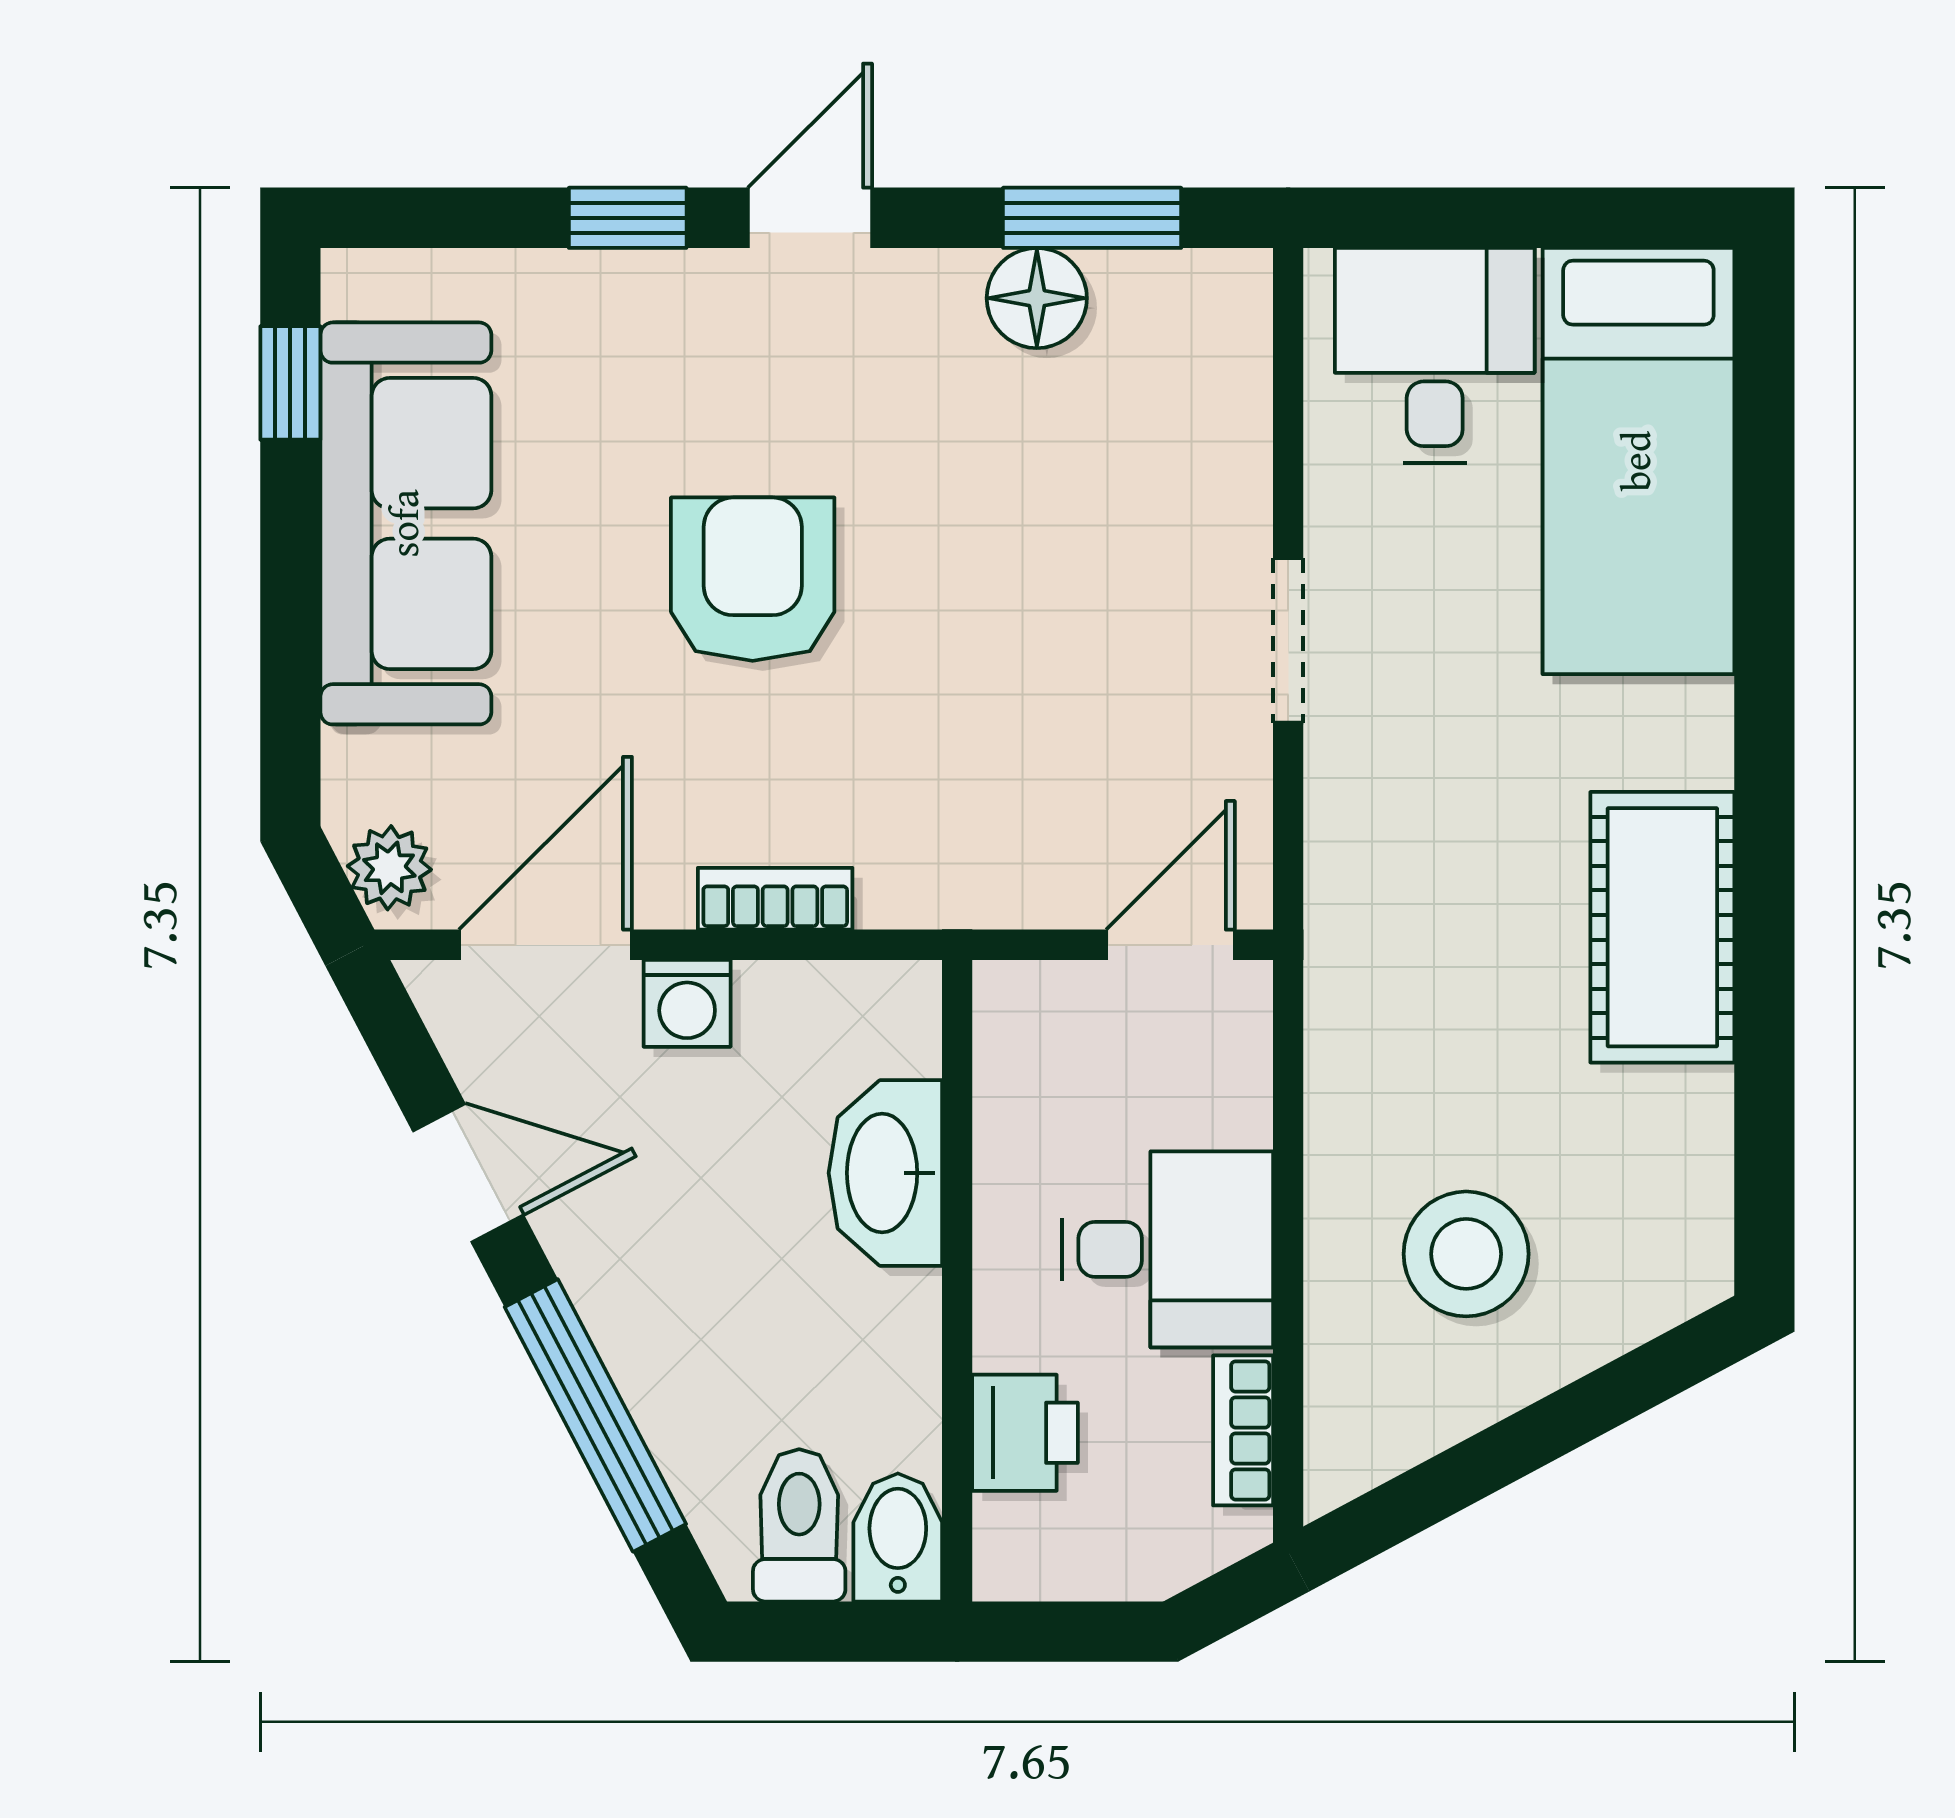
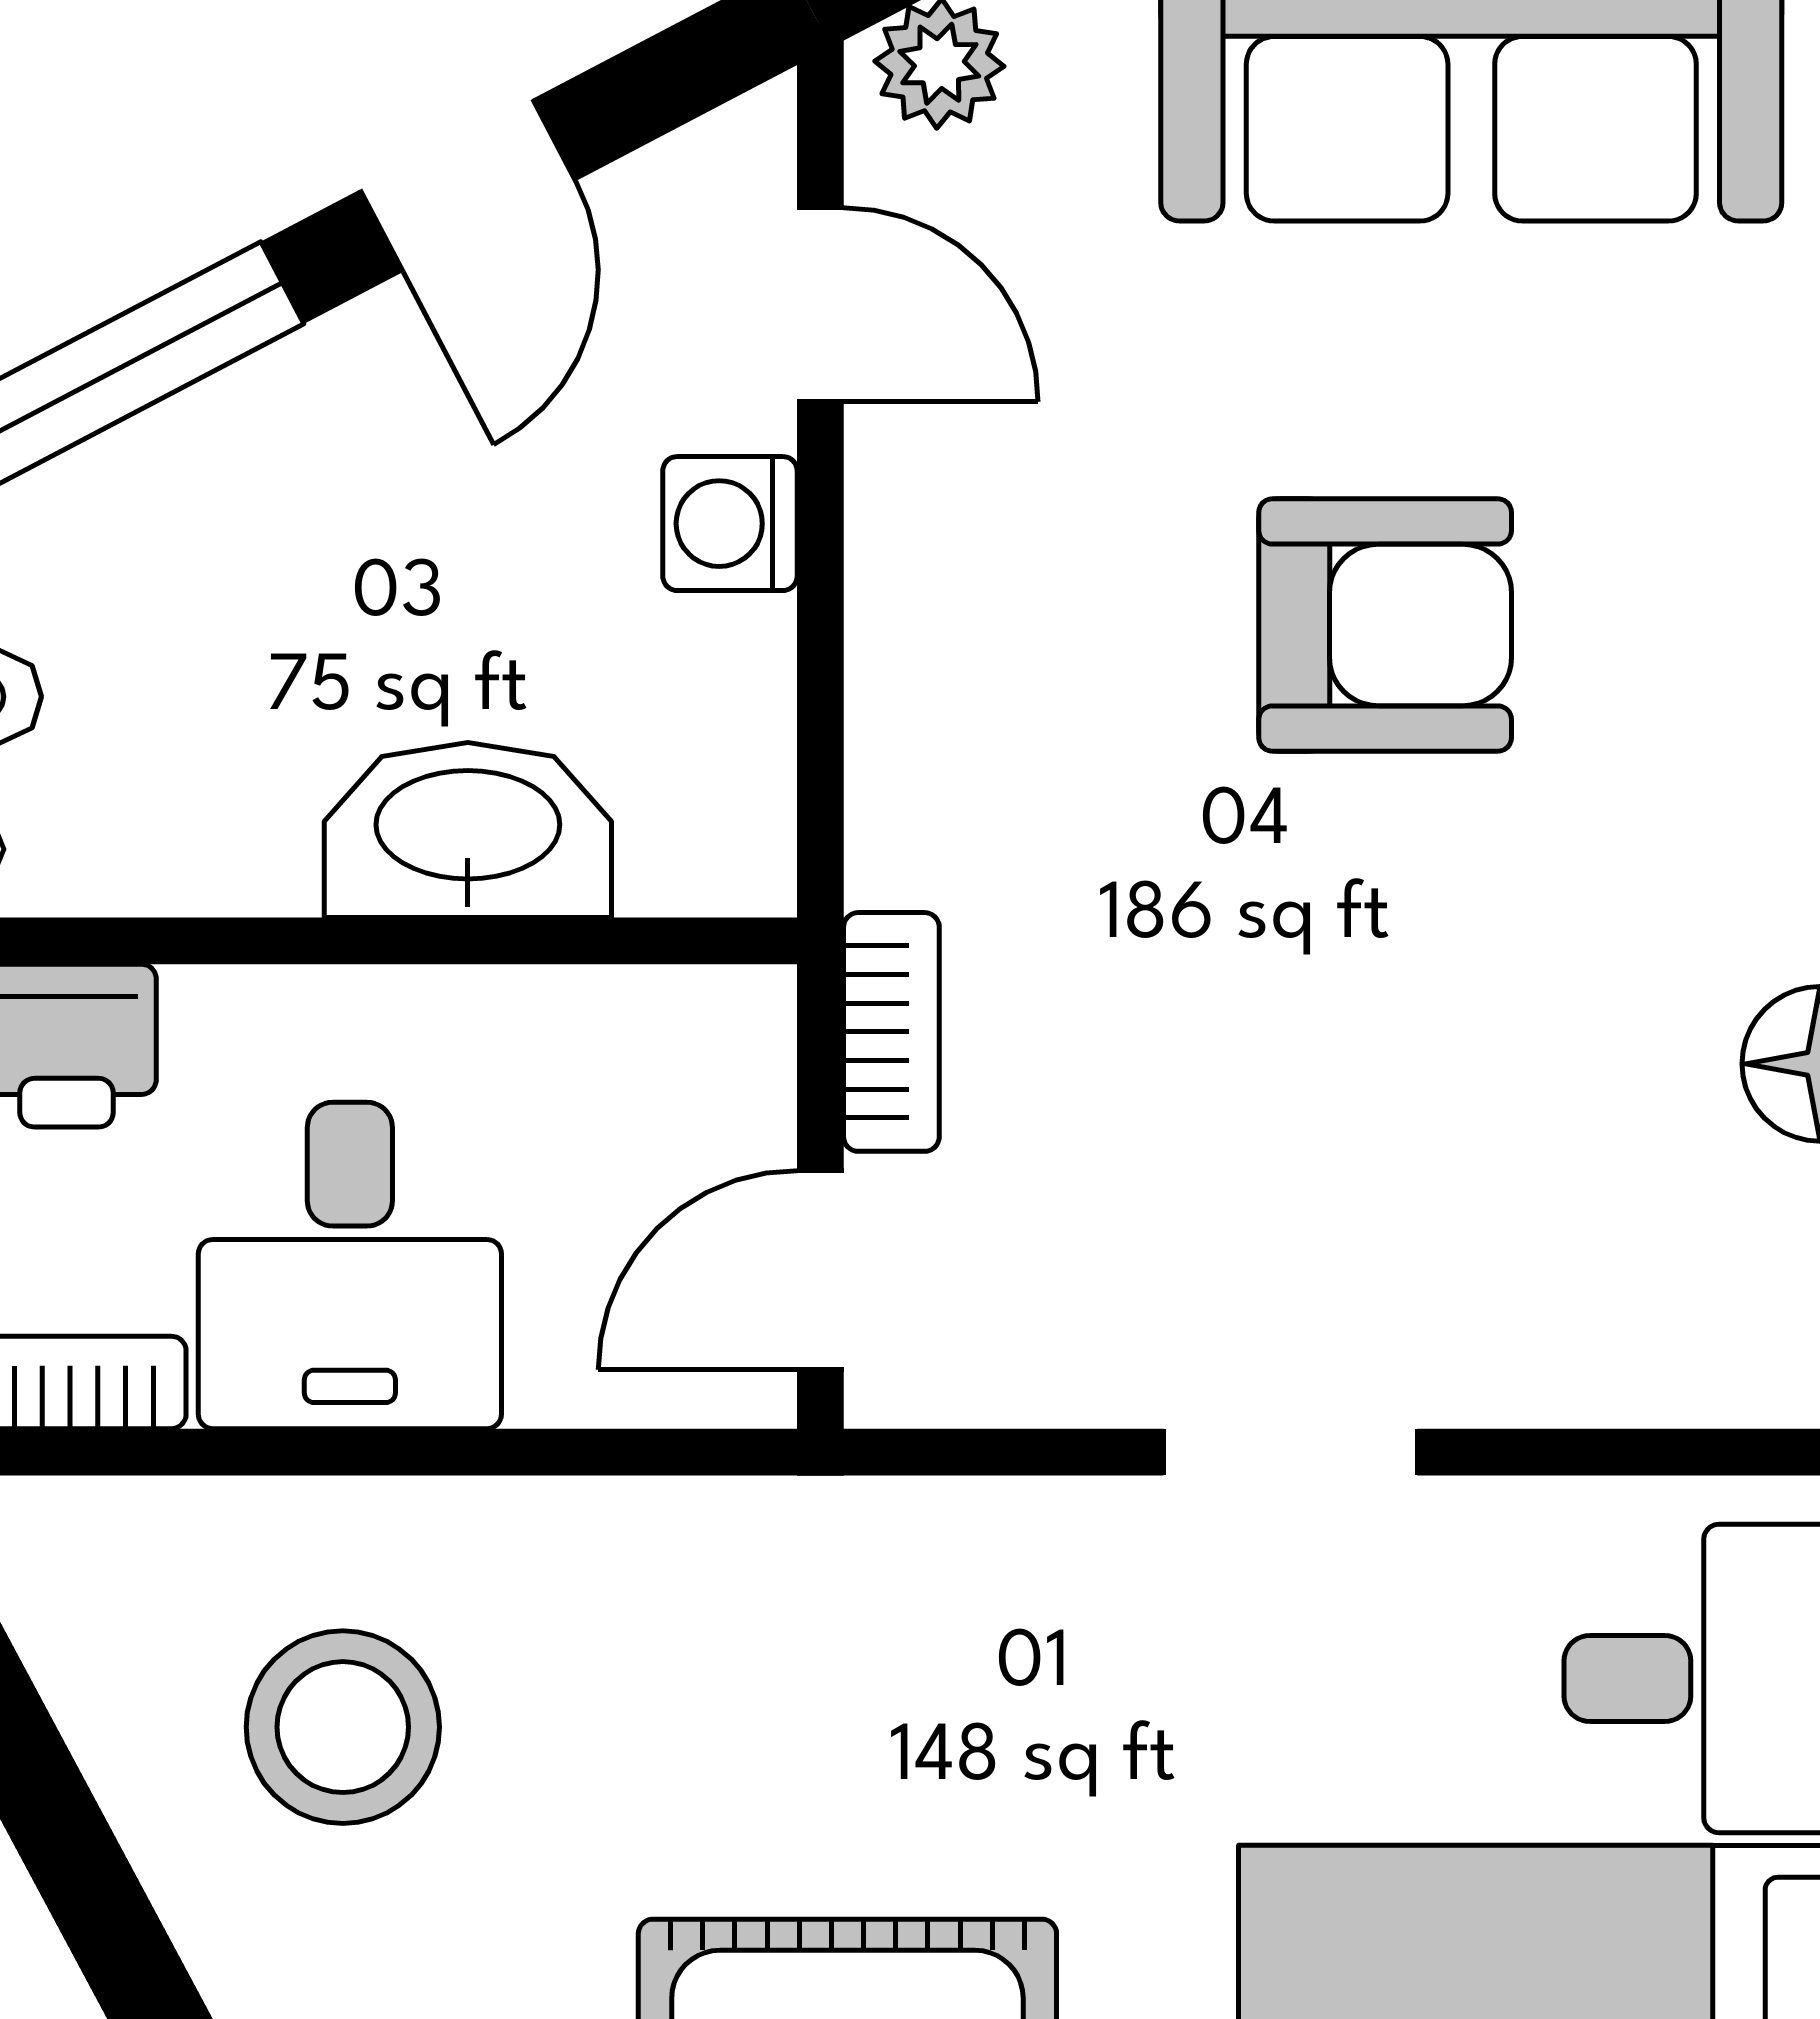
bookcase: (775, 899) -> (891, 1032), moved
door: (545, 945) -> (820, 305), width x0.73
door: (1170, 945) -> (820, 1270), swing flipped

